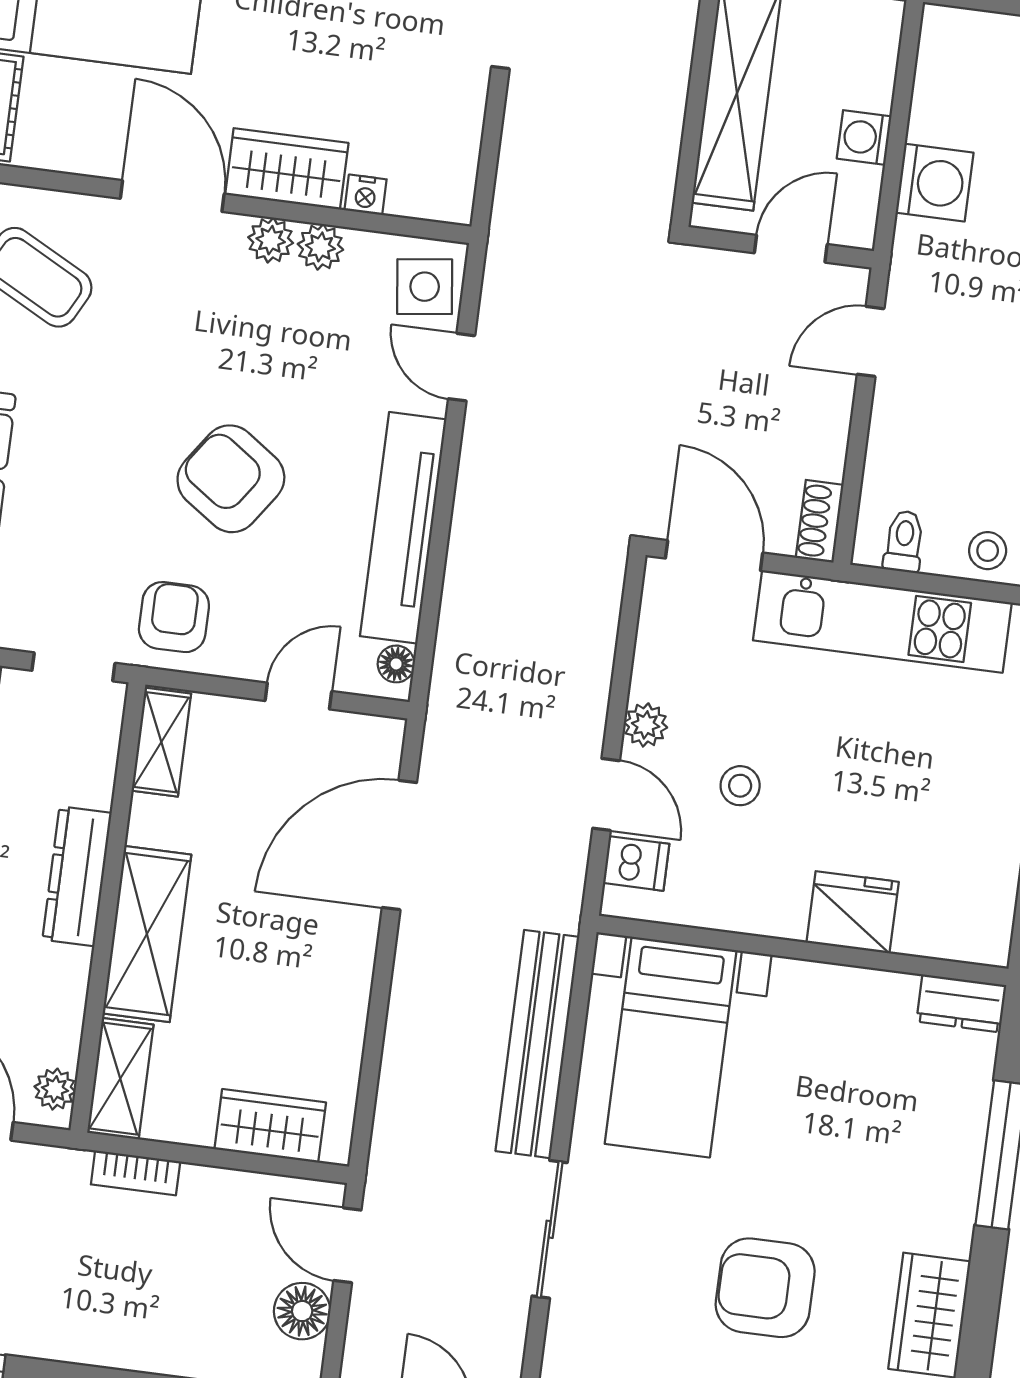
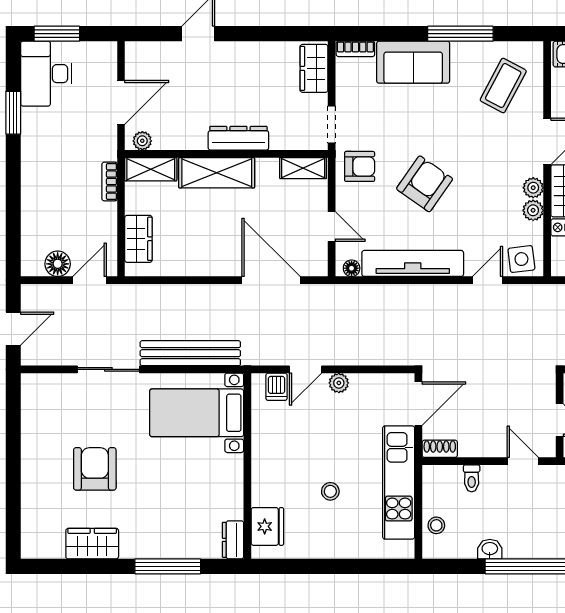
toilet: (904, 542) -> (472, 478), moved, turned 90
stool: (740, 786) -> (330, 491), moved
fridge: (853, 912) -> (267, 526), moved

